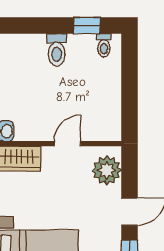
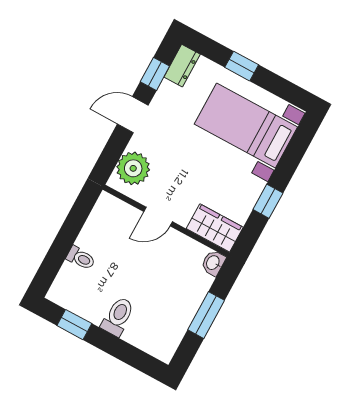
toilet: (104, 45) -> (81, 258), moved, turned 90

